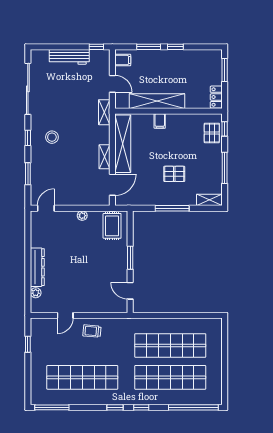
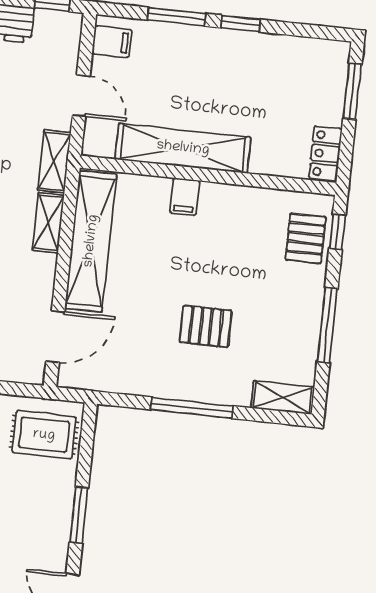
shelving: (104, 157) -> (48, 223), moved
rug: (112, 226) -> (44, 435), turned 90

